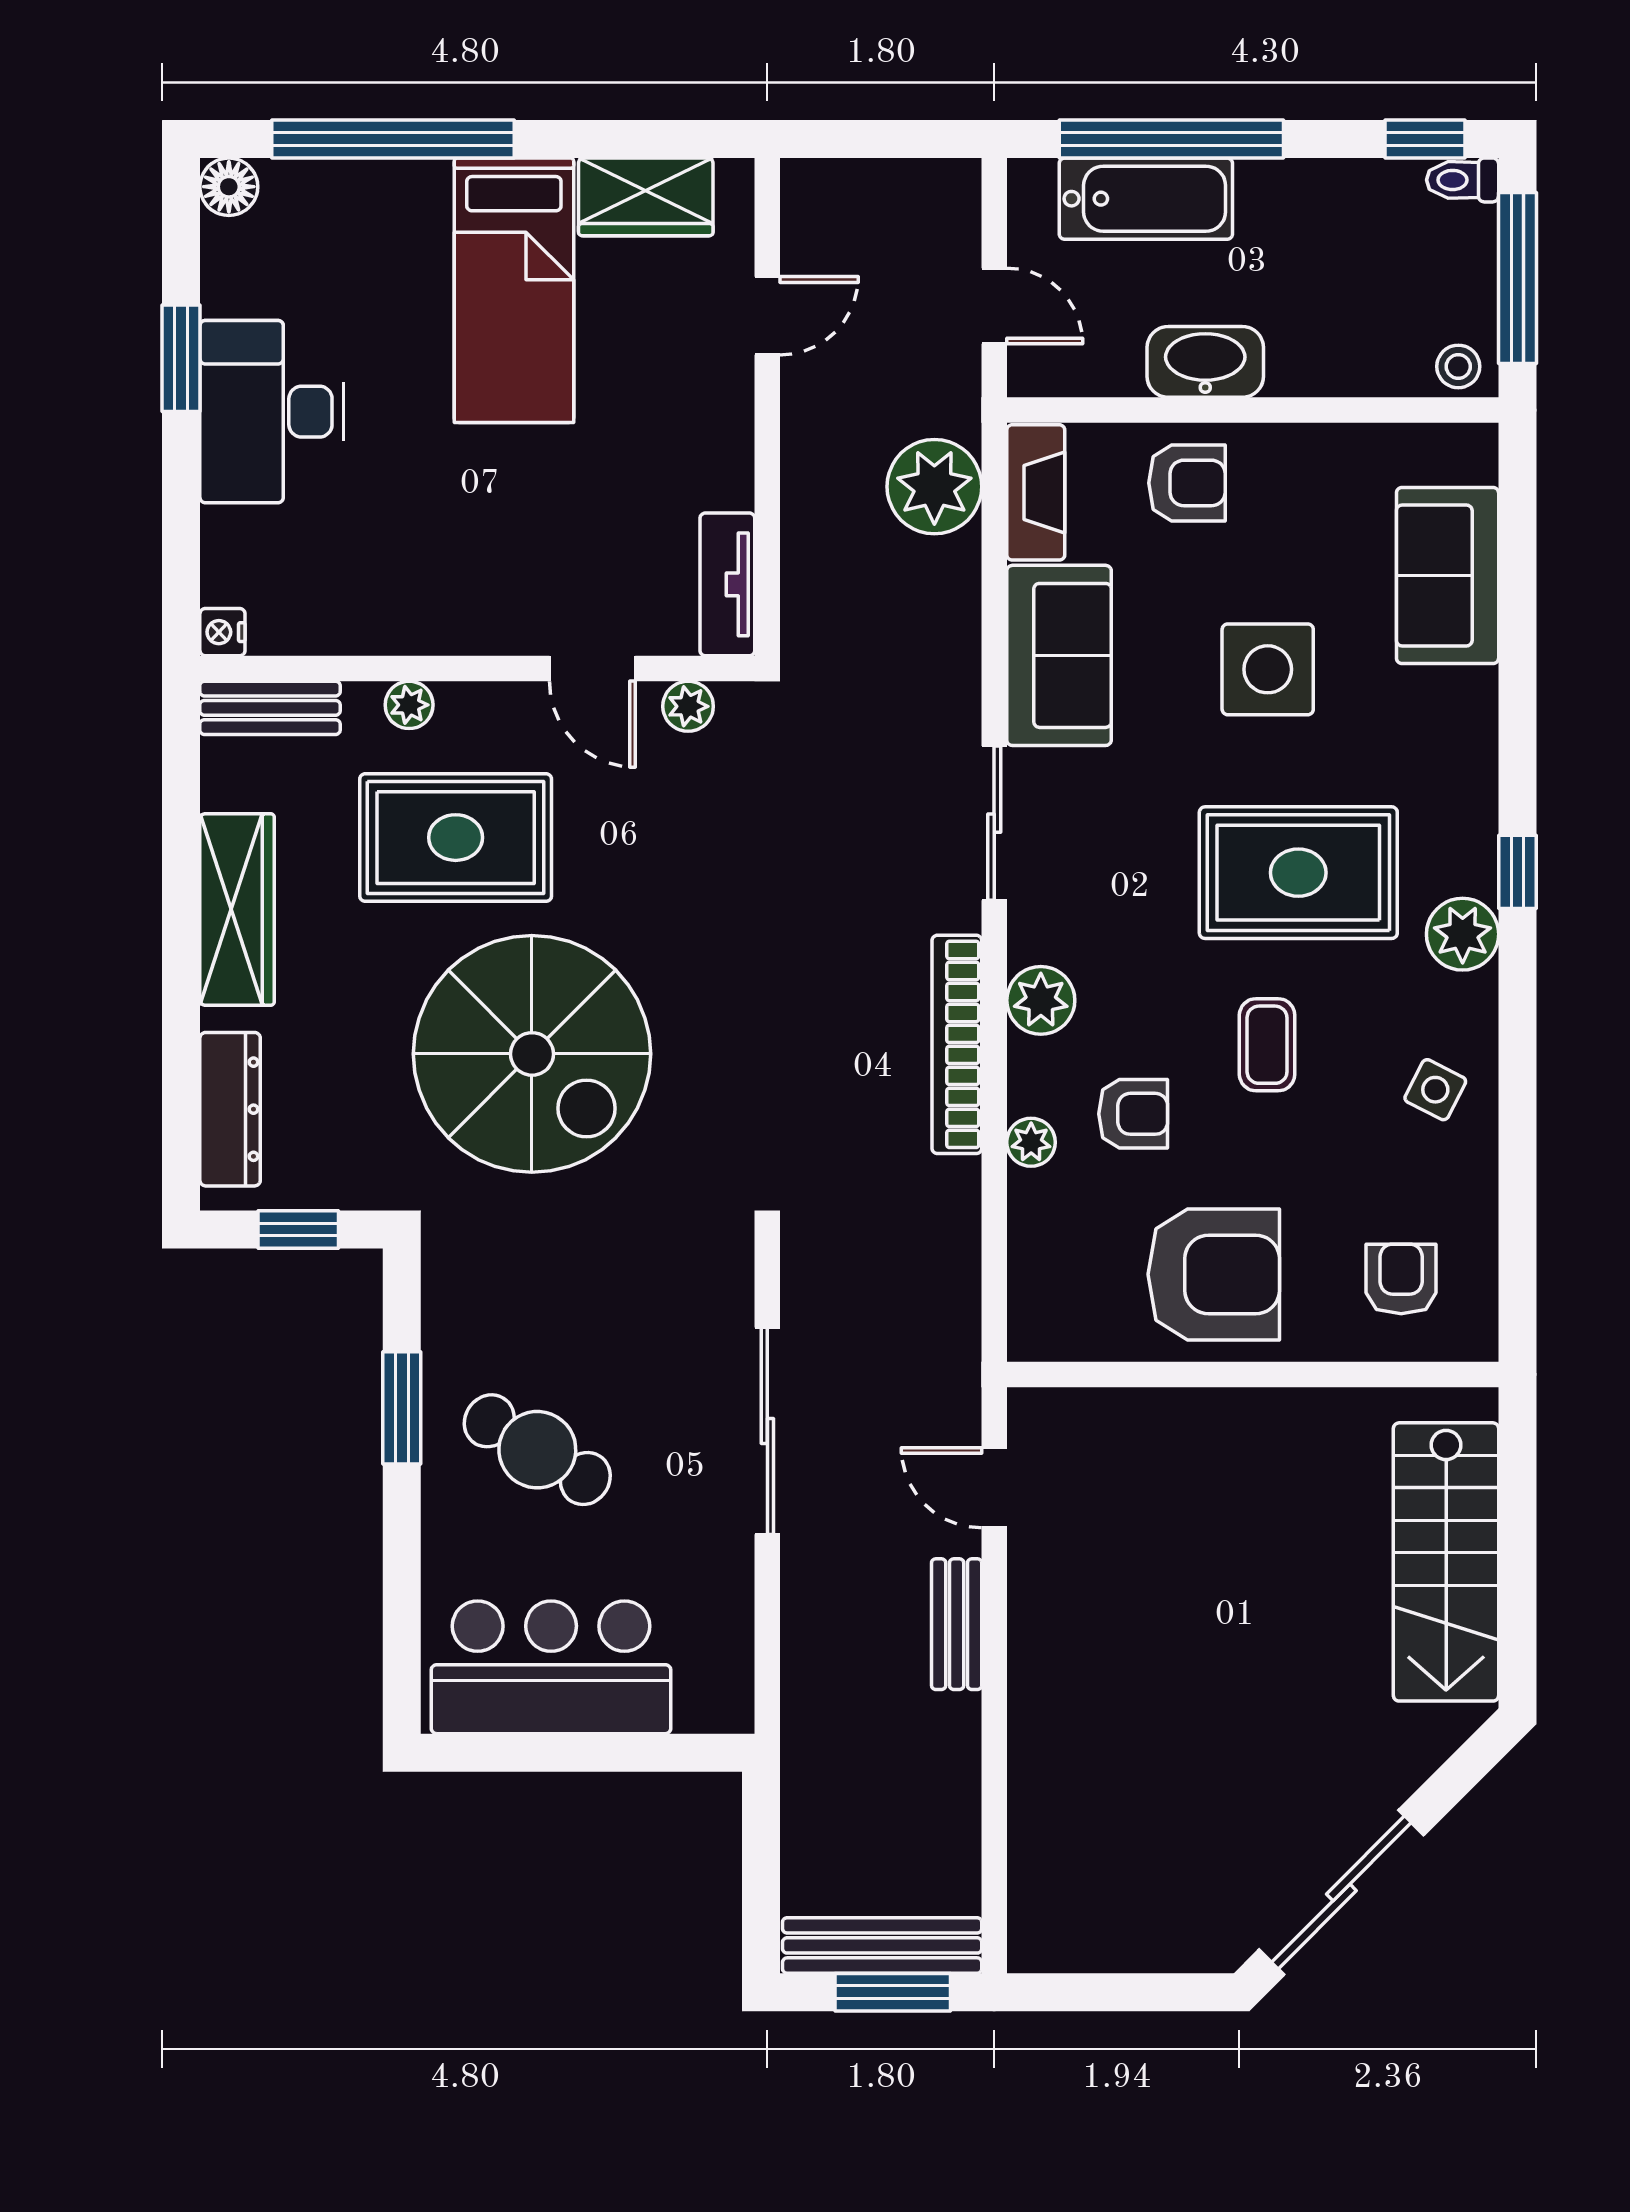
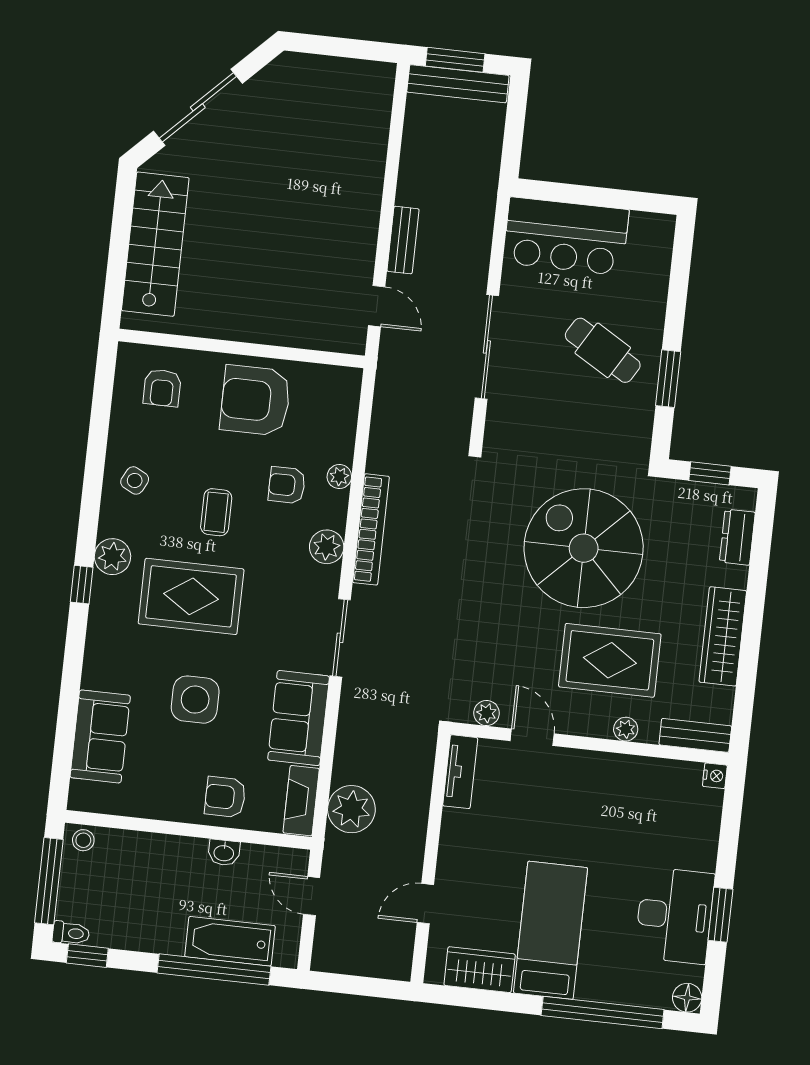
washbasin: (1205, 362) -> (224, 853), width x0.52, depth x0.69
desk: (272, 412) -> (675, 916), moved
dresser: (230, 1109) -> (737, 537), width x0.70
bar counter: (551, 1667) -> (566, 236), moved
sliding door: (1341, 1892) -> (198, 107), moved

